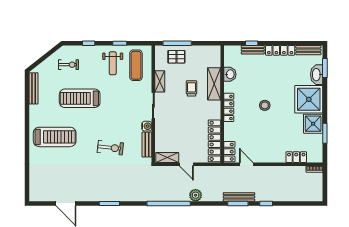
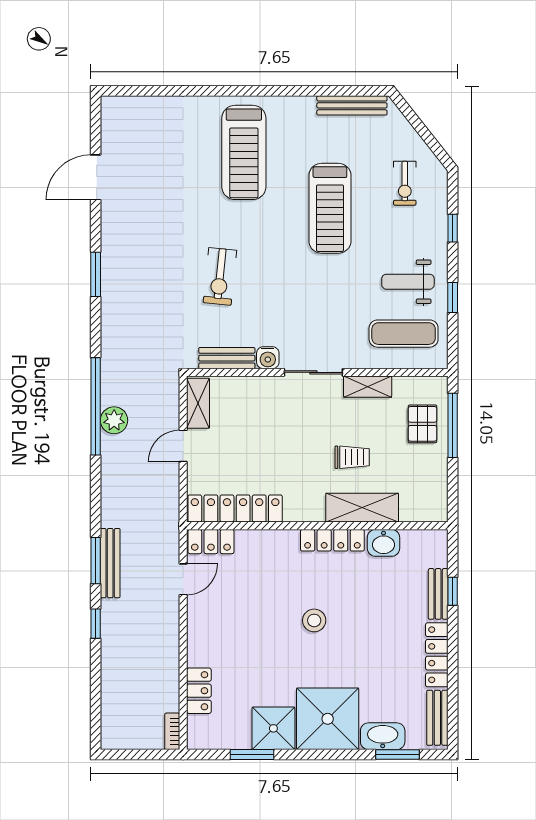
treadmill: (80, 98) -> (330, 208), turned 180
locker: (229, 107) -> (332, 540), moved
plant: (196, 195) -> (114, 420), moved

